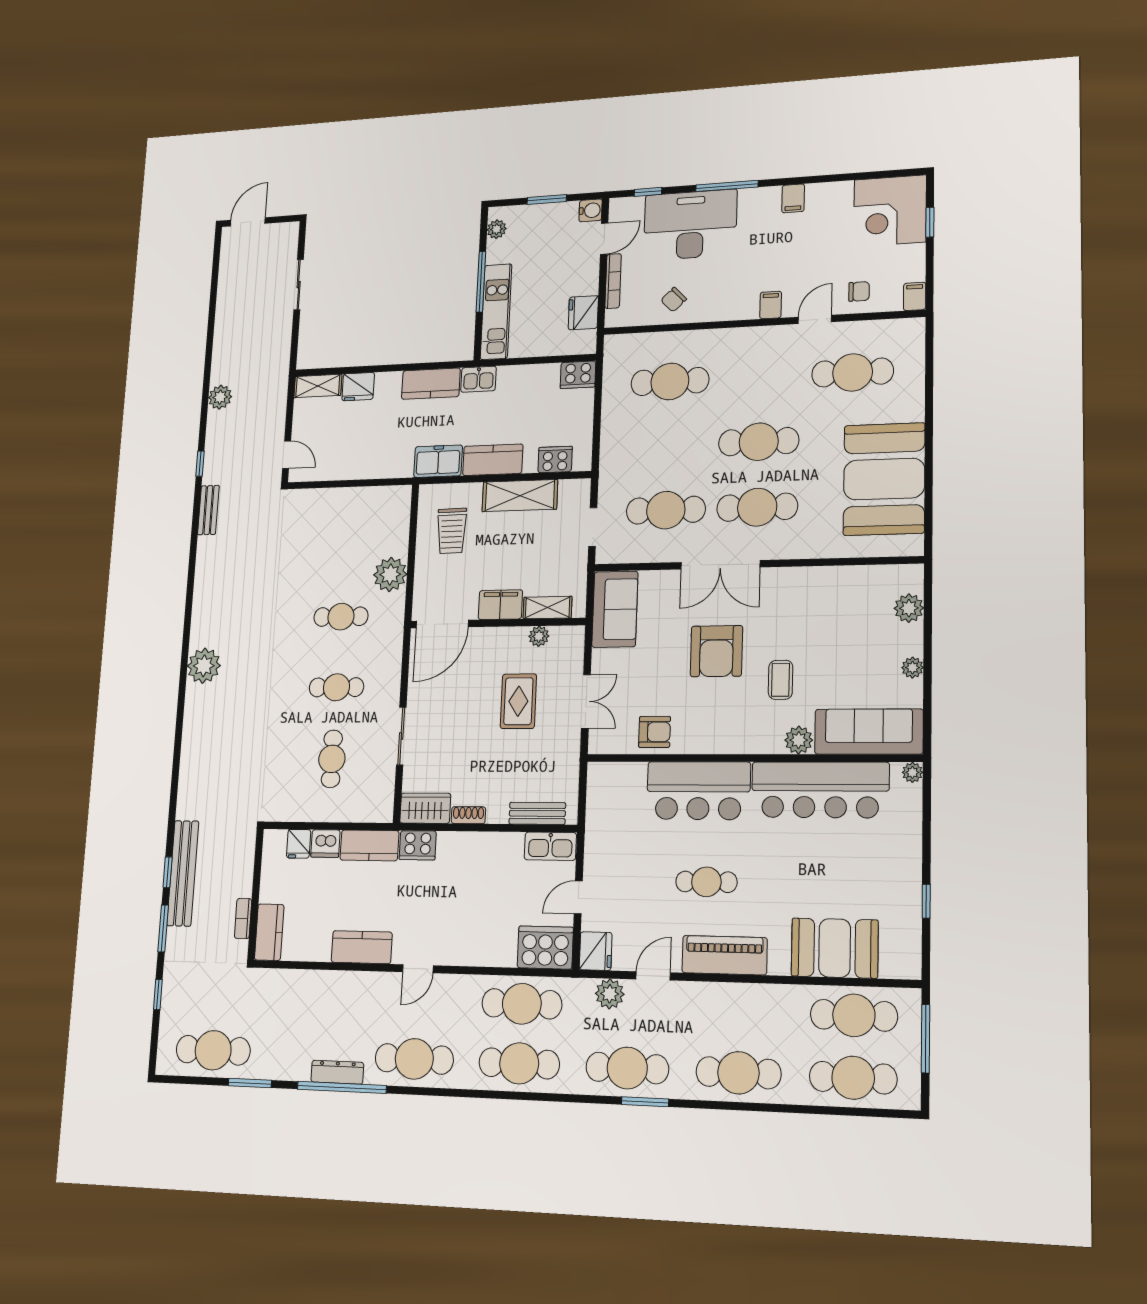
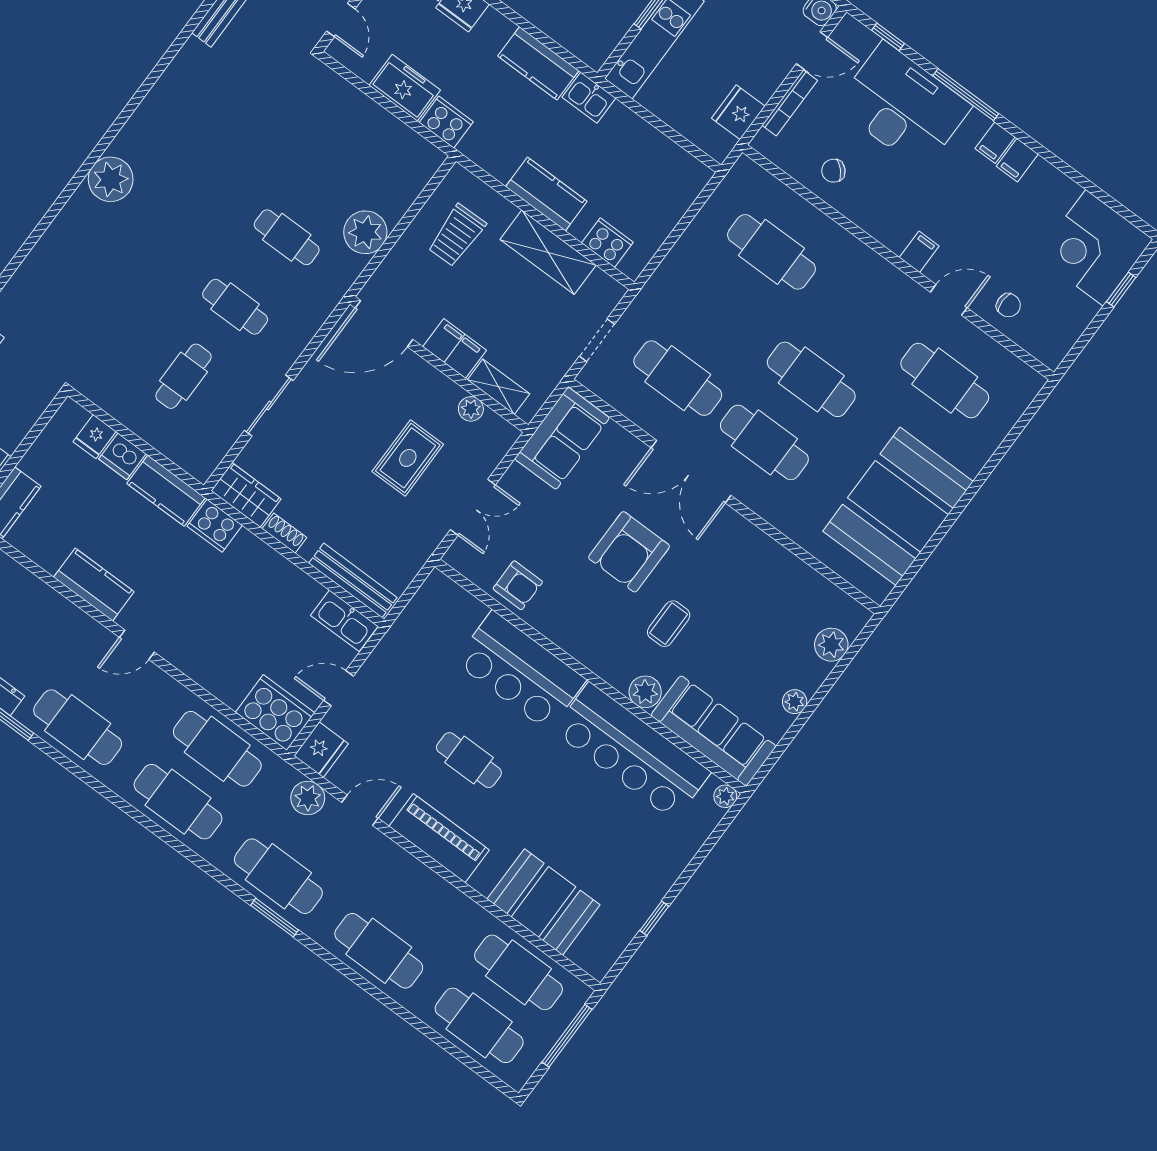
filing cabinet: (915, 296) -> (995, 143), moved, turned 180
cooker: (578, 375) -> (446, 122), moved, turned 180
freezer: (438, 461) -> (405, 88), moved
bench: (537, 813) -> (353, 580), width x1.36

